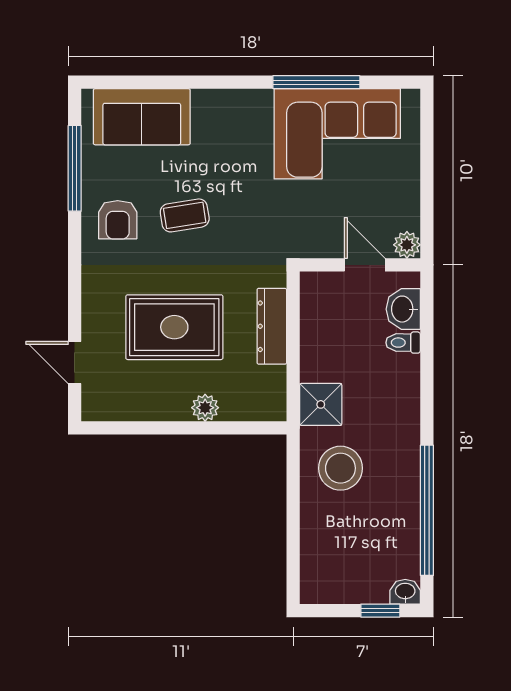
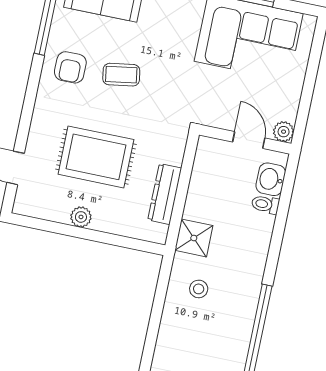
dresser: (272, 326) -> (165, 194), moved
plant: (205, 408) -> (81, 217), moved
stool: (340, 468) -> (199, 289), width x0.53, depth x0.53

